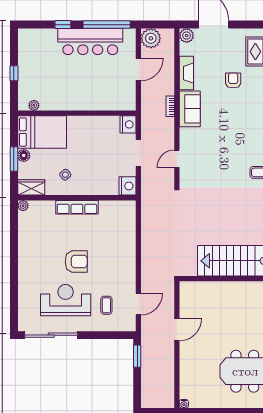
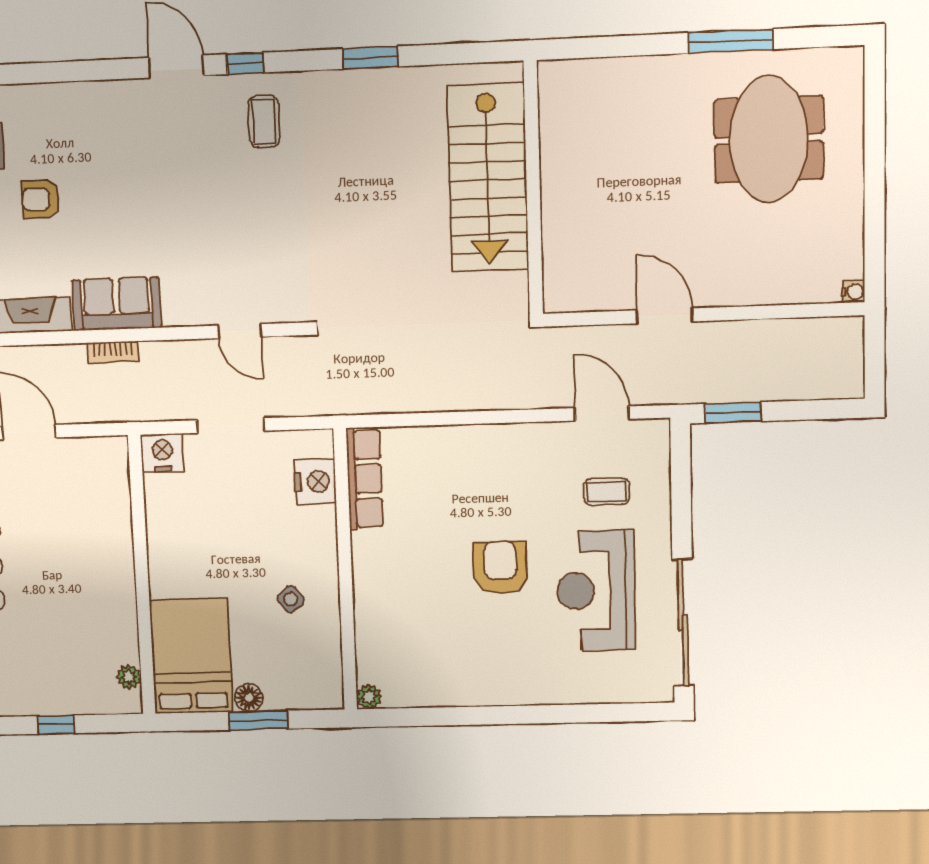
nightstand: (128, 186) -> (315, 482), moved, turned 90
wardrobe: (31, 187) -> (325, 679), removed
row of seats: (77, 207) -> (365, 479), moved

